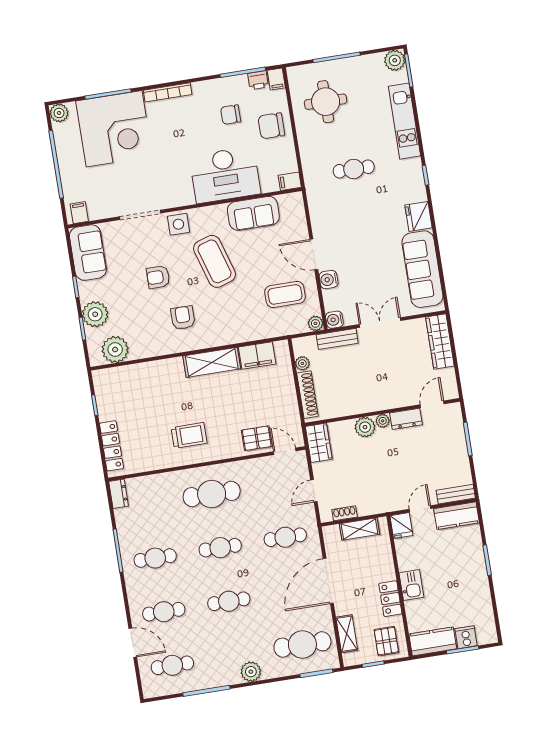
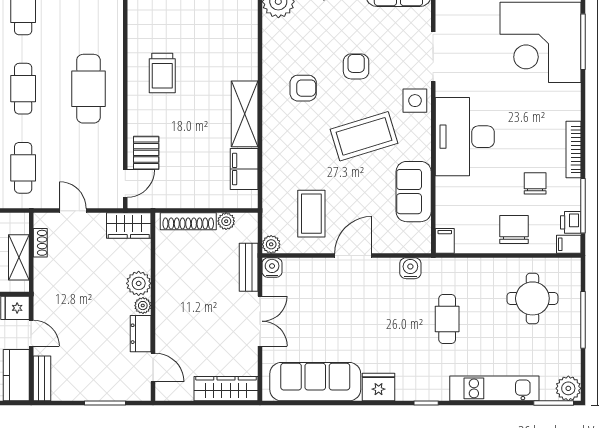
bookcase: (168, 92) -> (574, 150), moved
desk: (225, 175) -> (465, 137), moved
water cooler: (329, 280) -> (410, 268), moved

